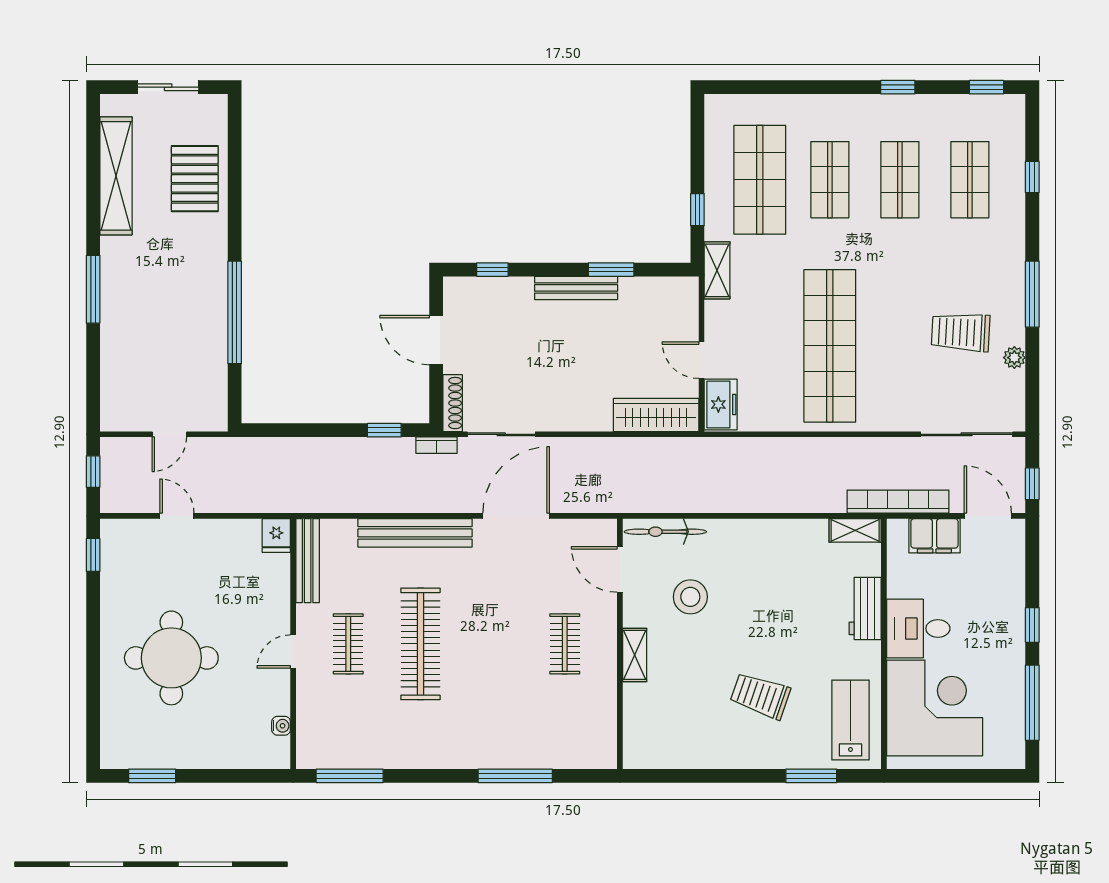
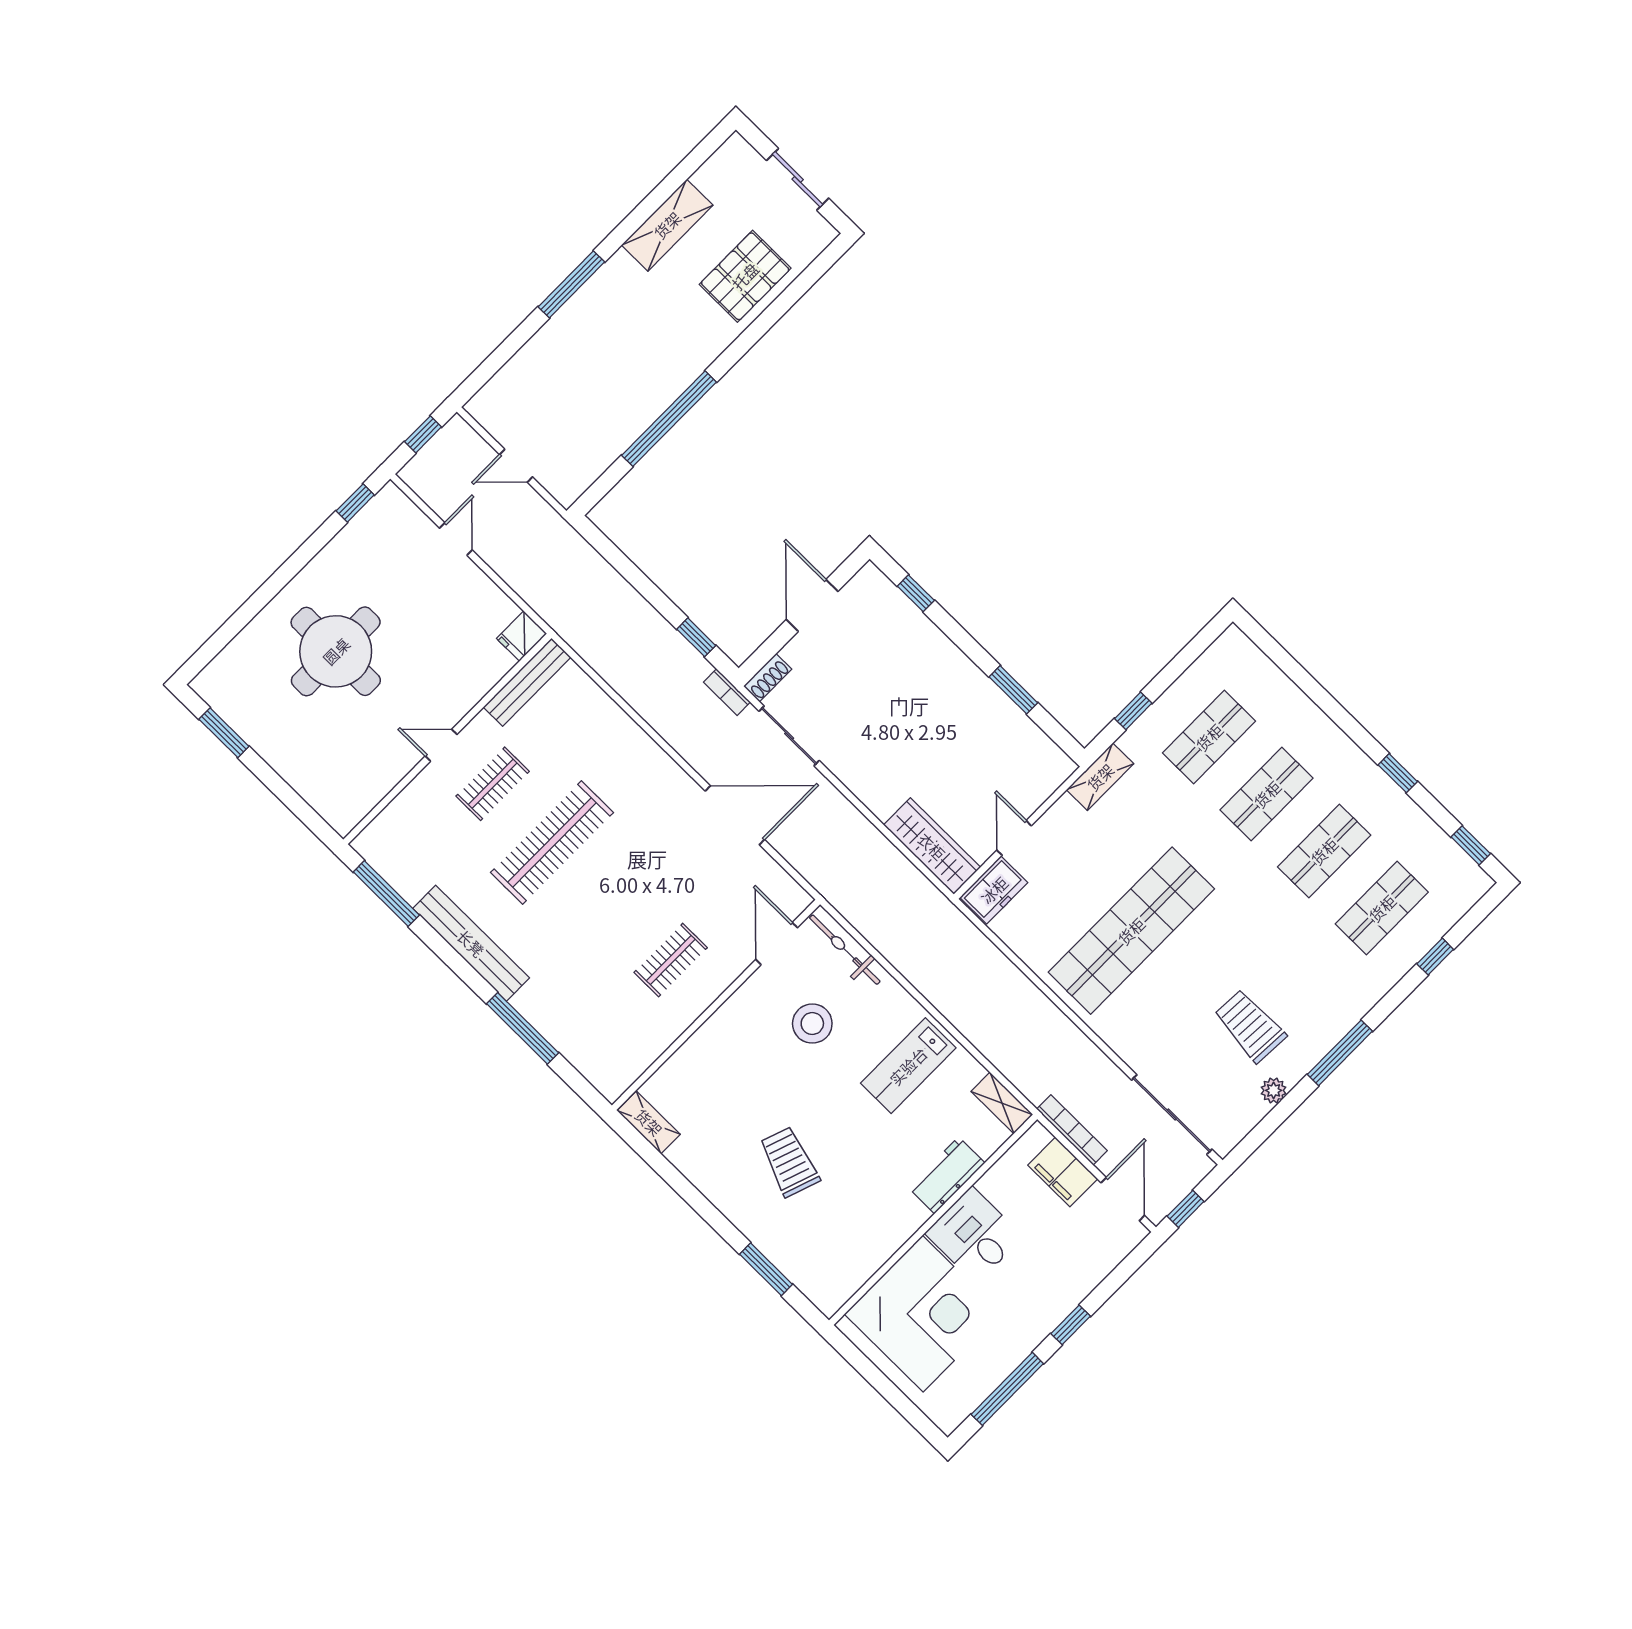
shelving: (116, 176) -> (667, 225), width x0.68
shop shelf: (760, 180) -> (1209, 737), width x0.70, depth x0.74
bench: (576, 288) -> (970, 676), removed
shoe rack: (453, 403) -> (768, 678), width x0.70
bookcase: (898, 502) -> (1072, 1130), width x0.68, depth x0.76
bench: (415, 533) -> (471, 943), moved
shelving: (635, 655) -> (649, 1122), moved, turned 90
lab bench: (850, 720) -> (908, 1066), moved, turned 180
water cooler: (281, 726) -> (371, 796), removed

